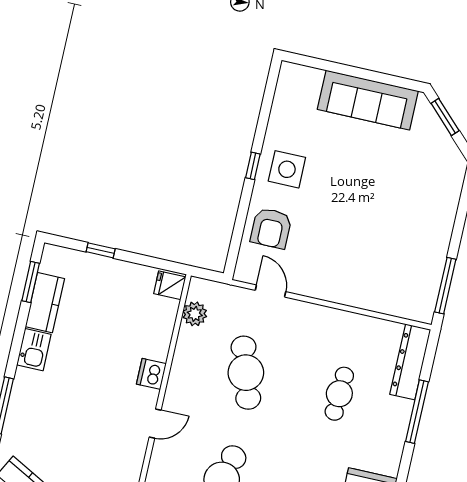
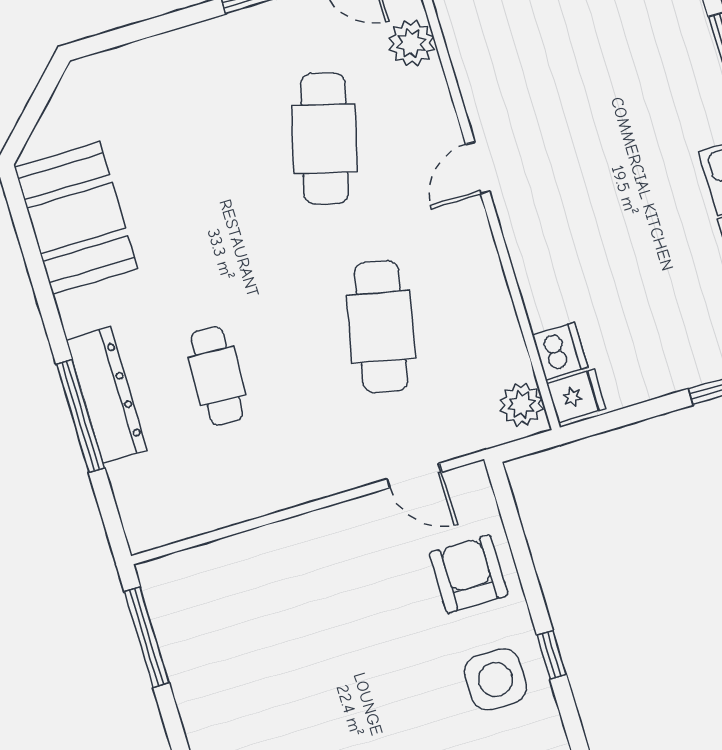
plant: (195, 314) -> (522, 405), moved
dresser: (410, 362) -> (107, 395), moved
cafe table: (246, 373) -> (381, 327), turned 30
dishwasher: (151, 374) -> (560, 351), moved

